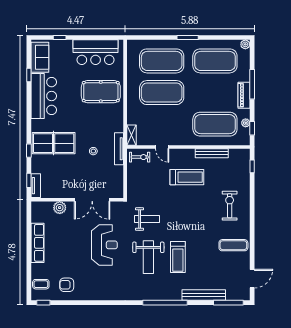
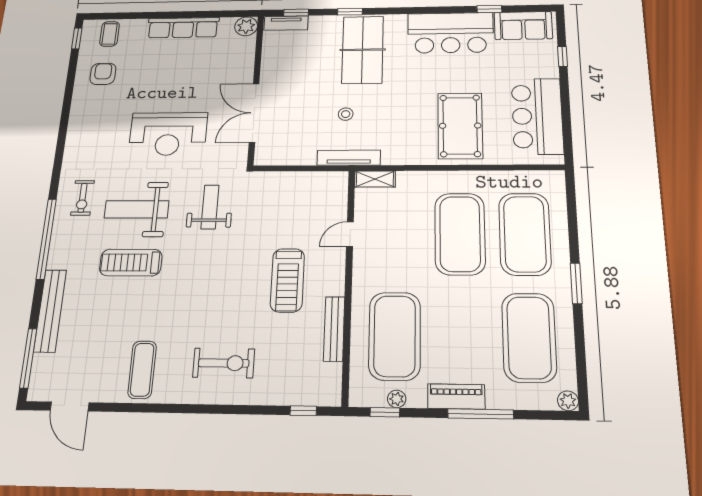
exercise bike: (140, 157) -> (83, 198), moved
plant: (60, 208) -> (246, 26), moved
weight bench: (147, 219) -> (210, 207), turned 180

